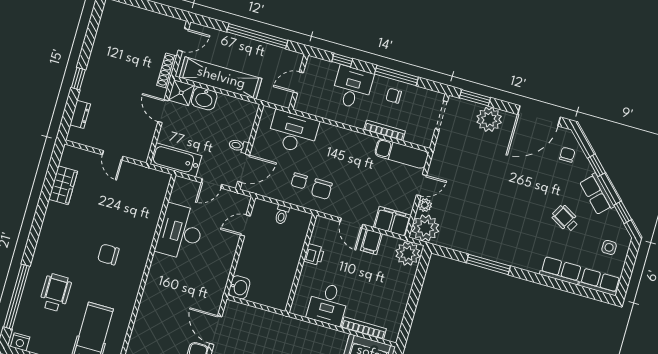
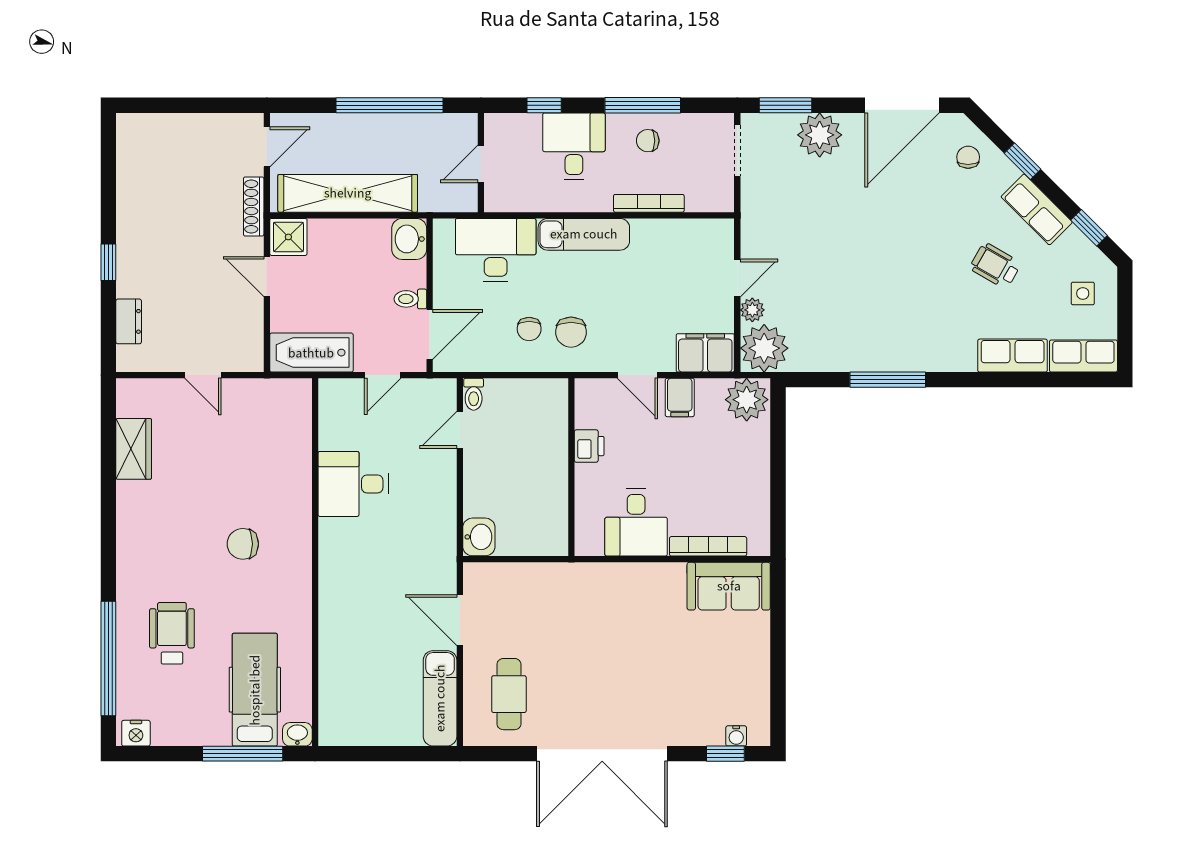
washbasin: (204, 99) -> (409, 239), moved, turned 90
exam couch: (402, 154) -> (584, 234), moved
toilet: (282, 215) -> (474, 394), moved
desk: (180, 232) -> (353, 484), width x0.73

